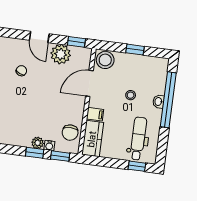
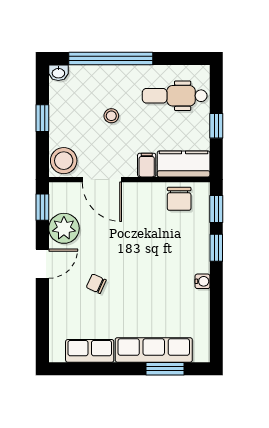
washbasin: (159, 102) -> (58, 73), moved
chair: (70, 133) -> (179, 199), turned 90
plant: (38, 143) -> (201, 245), removed
water cooler: (49, 146) -> (202, 281), moved
window: (137, 166) -> (216, 126), moved

